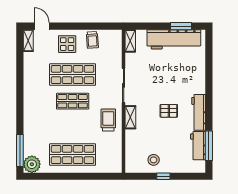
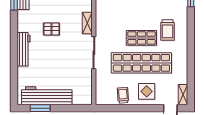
shelving: (130, 41) -> (87, 94), removed
shop shelf: (73, 75) -> (141, 63), width x1.40
workbench: (199, 112) -> (24, 49), moved
trolley: (108, 120) -> (167, 30), moved

